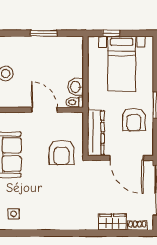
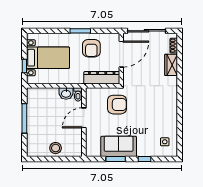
window: (44, 33) -> (24, 118), width x1.44
armchair: (134, 119) -> (91, 48), turned 90

